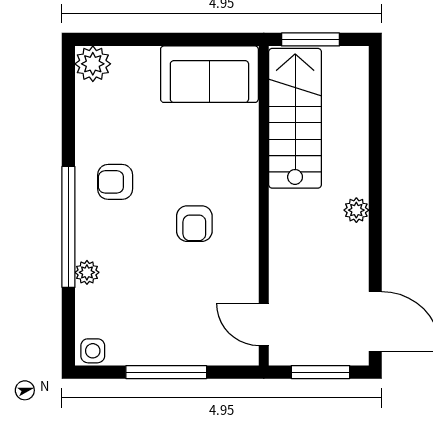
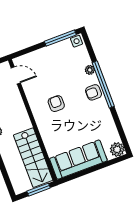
sofa: (209, 74) -> (78, 160), width x1.36
armchair: (115, 182) -> (94, 92), moved, turned 180
window: (166, 372) -> (60, 38), moved

